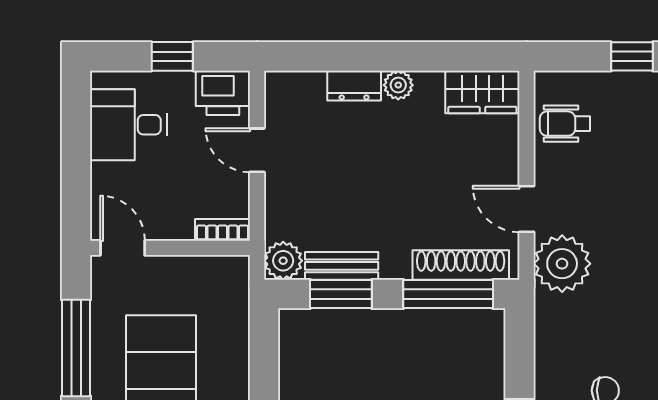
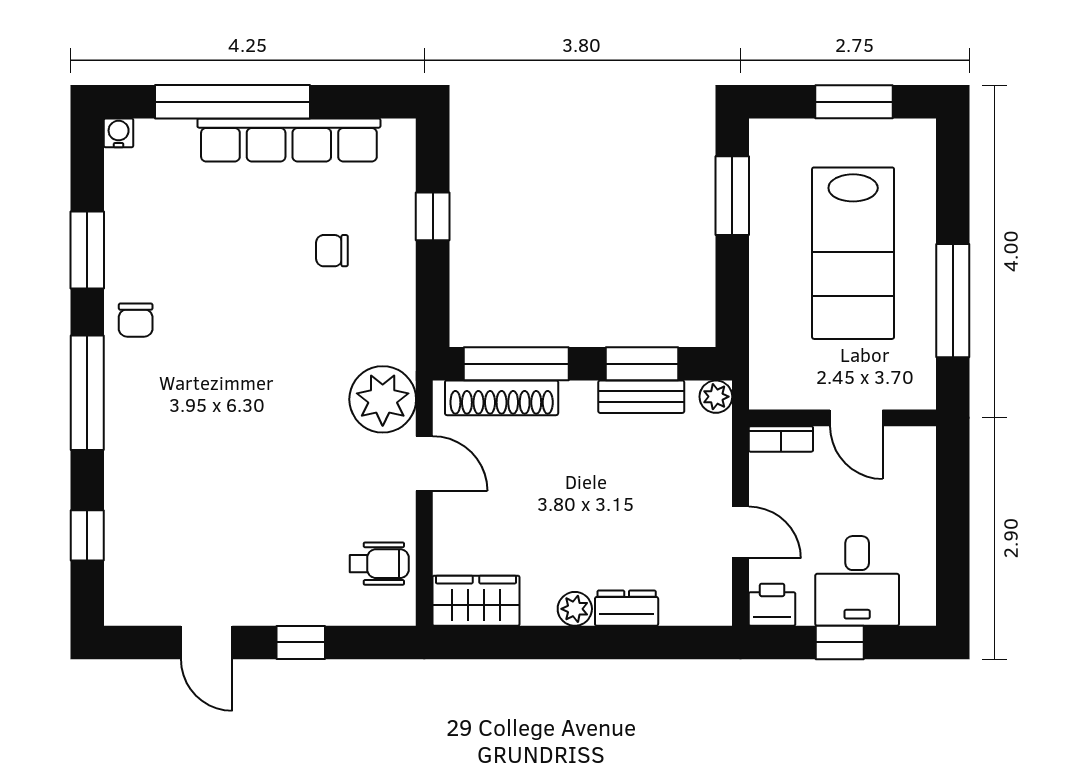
printer: (223, 93) -> (772, 605), width x0.73, depth x0.81
desk: (129, 125) -> (857, 581), moved, turned 90
door: (123, 248) -> (856, 418), moved
plant: (283, 261) -> (716, 397), width x0.73, depth x0.73

